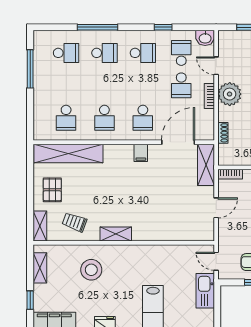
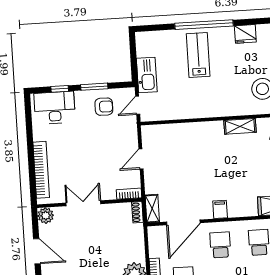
shoe rack: (223, 133) -> (137, 212), moved
shelving: (206, 165) -> (152, 209), width x0.67, depth x0.75
door: (216, 261) -> (138, 105), swing flipped

